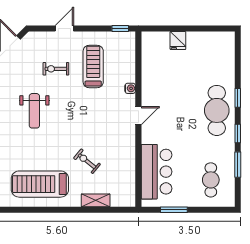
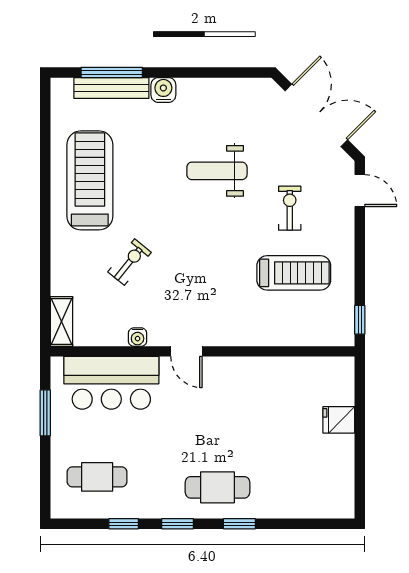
door: (64, 28) -> (360, 191), moved
water cooler: (130, 88) -> (138, 337), moved
cafe table: (217, 110) -> (217, 487), width x0.73, depth x0.74
door: (138, 116) -> (186, 351), moved
window: (238, 165) -> (124, 524), width x0.67
shelving: (96, 200) -> (61, 321), moved

